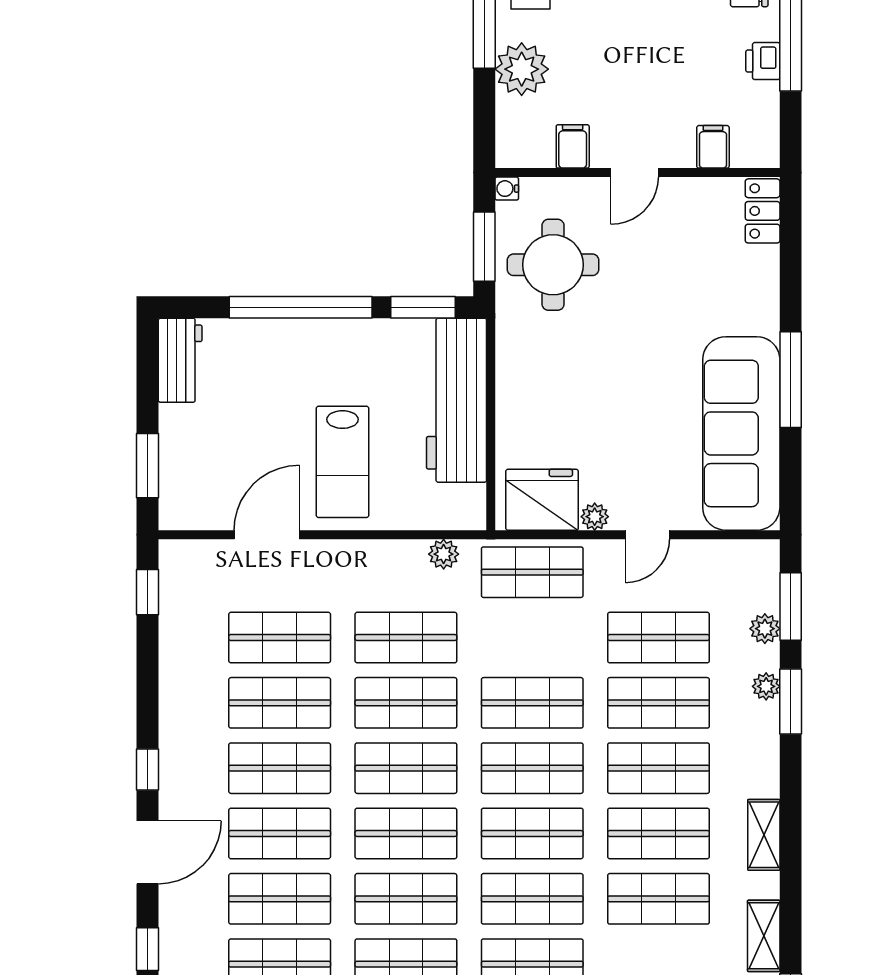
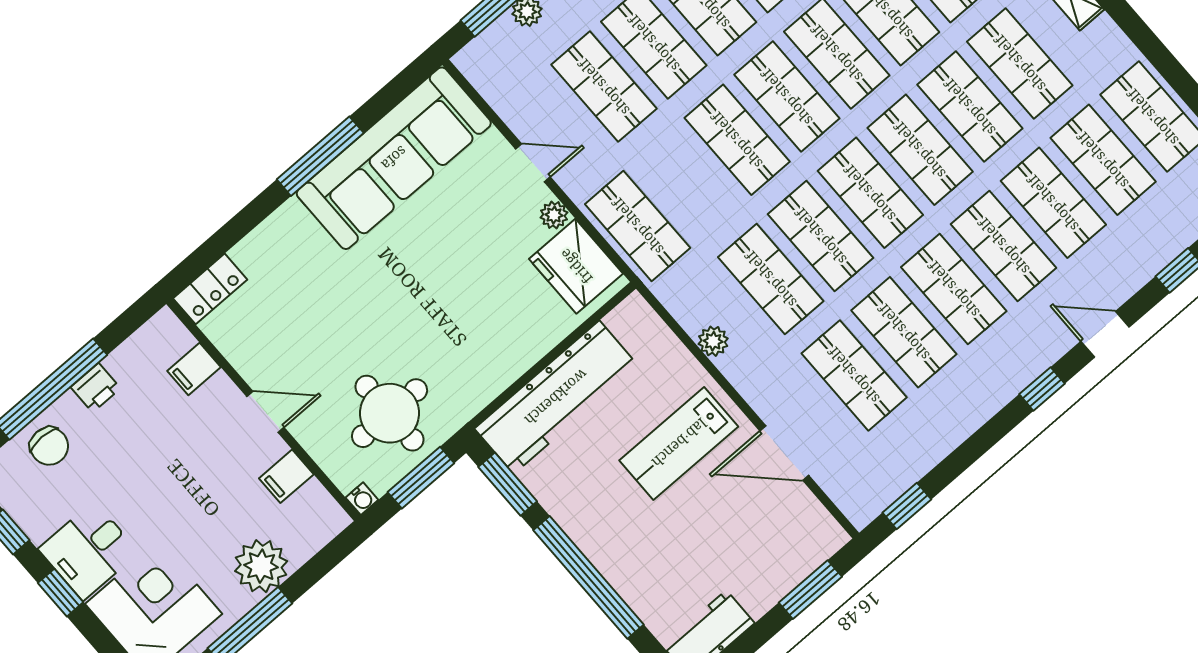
lab bench: (343, 462) -> (679, 443), turned 180
plant: (444, 554) -> (713, 341), moved
door: (148, 852) -> (1105, 334), width x0.73

